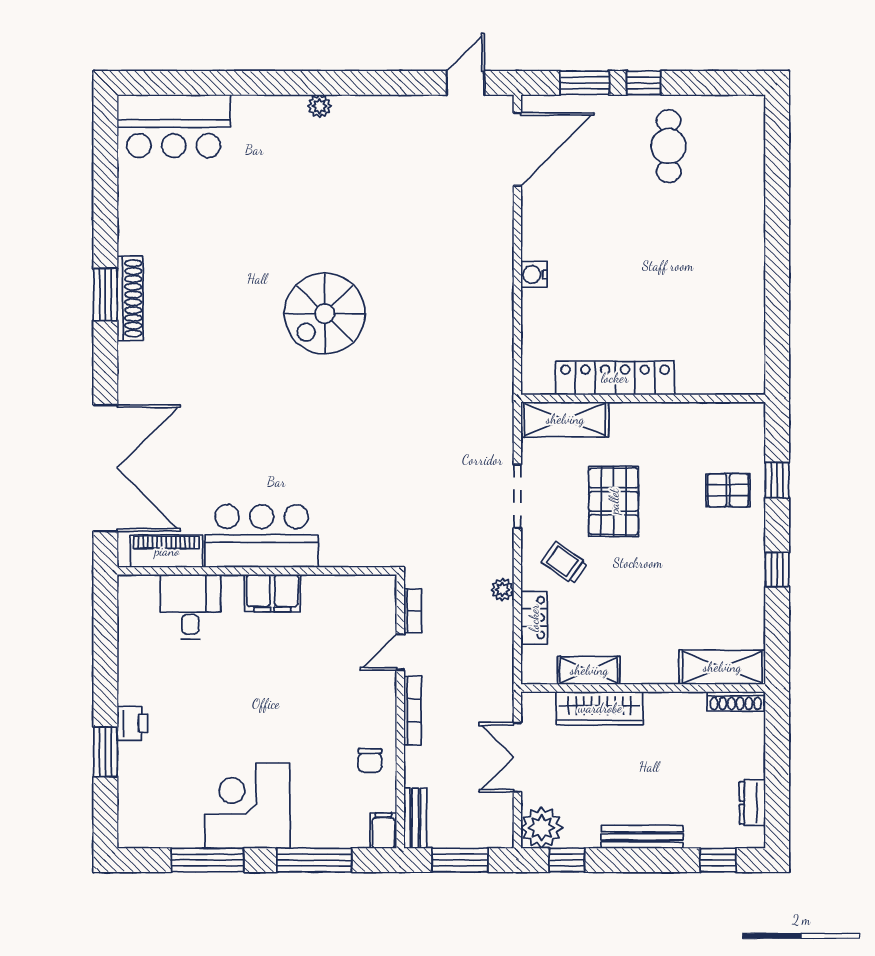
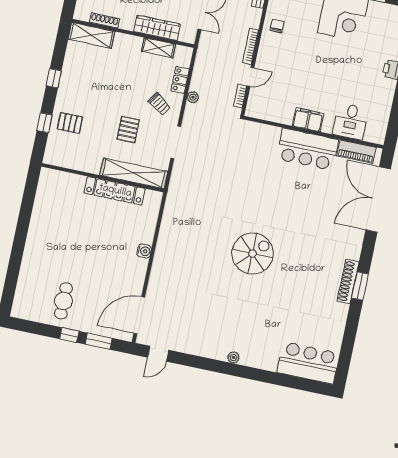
shelving: (565, 419) -> (134, 173), width x1.47
pallet: (614, 501) -> (128, 129), width x0.67, depth x0.71
shoe rack: (736, 701) -> (104, 20), moved

